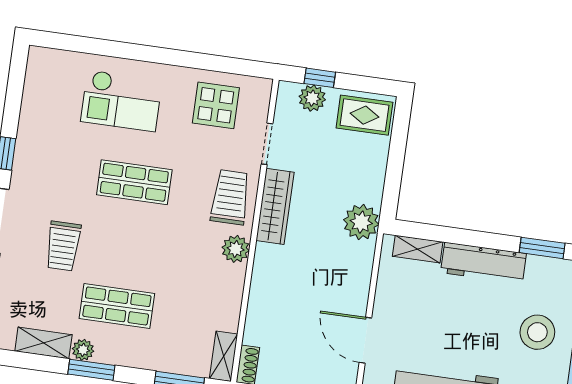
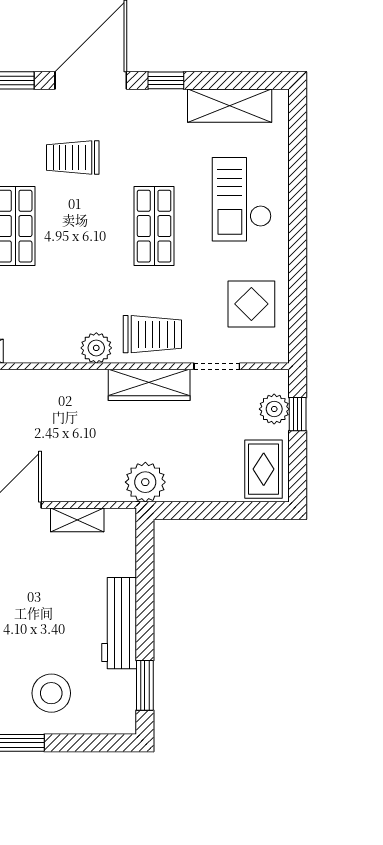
shelving: (36, 100) -> (230, 106), added
shelving: (418, 249) -> (77, 520), moved, turned 90

